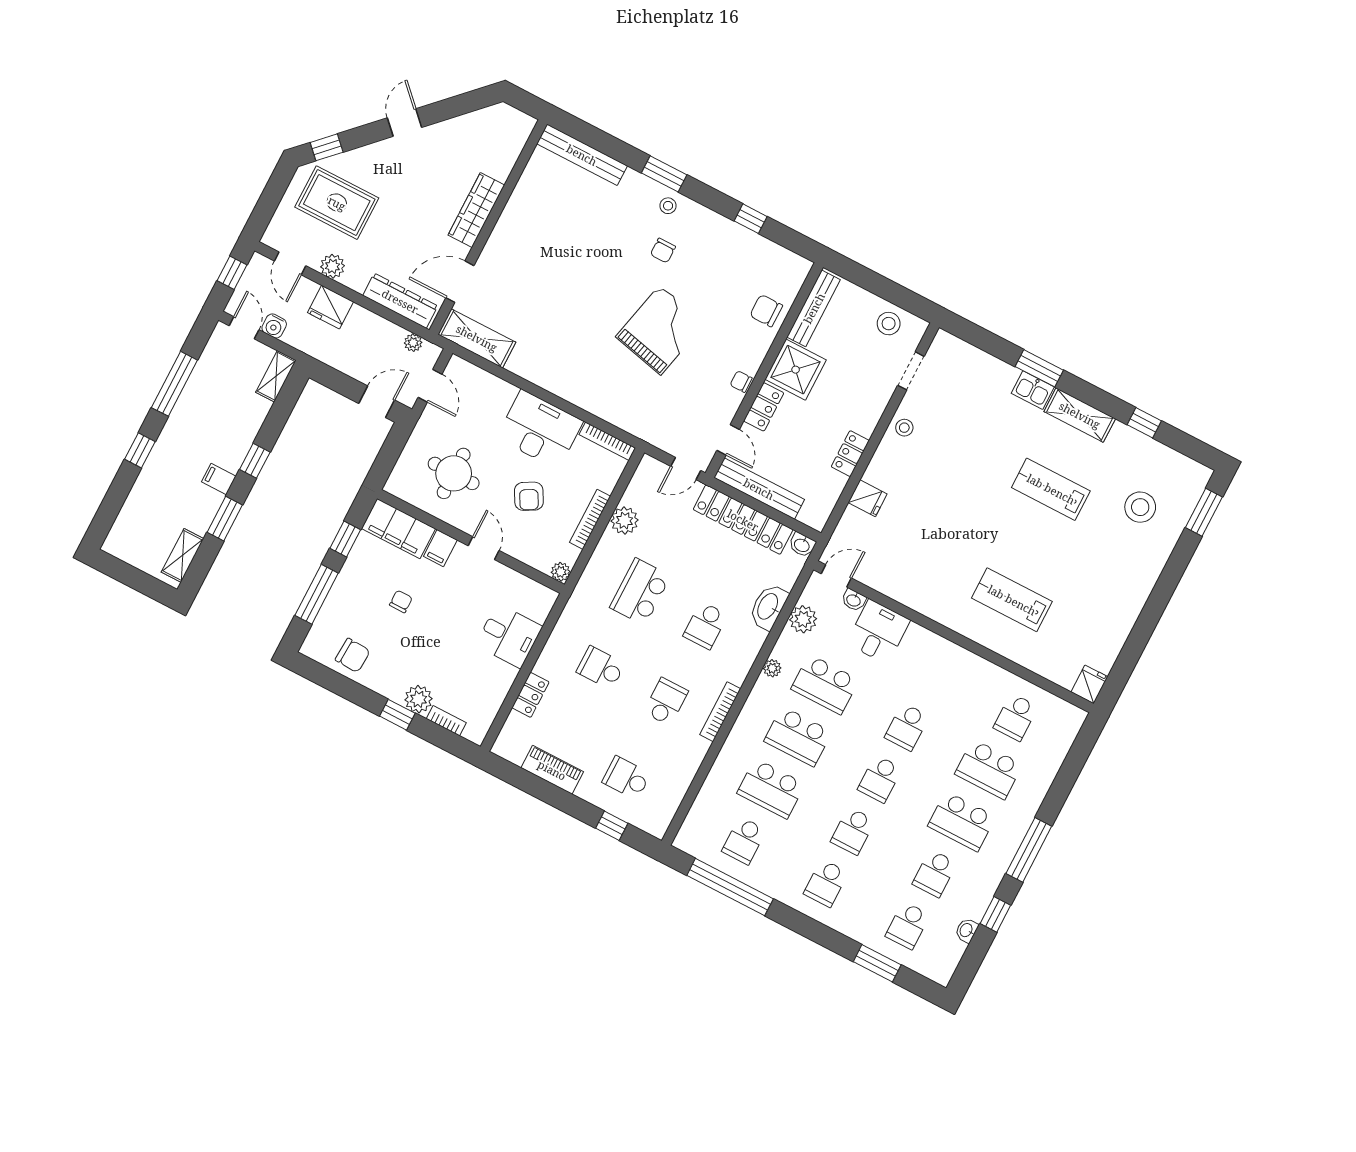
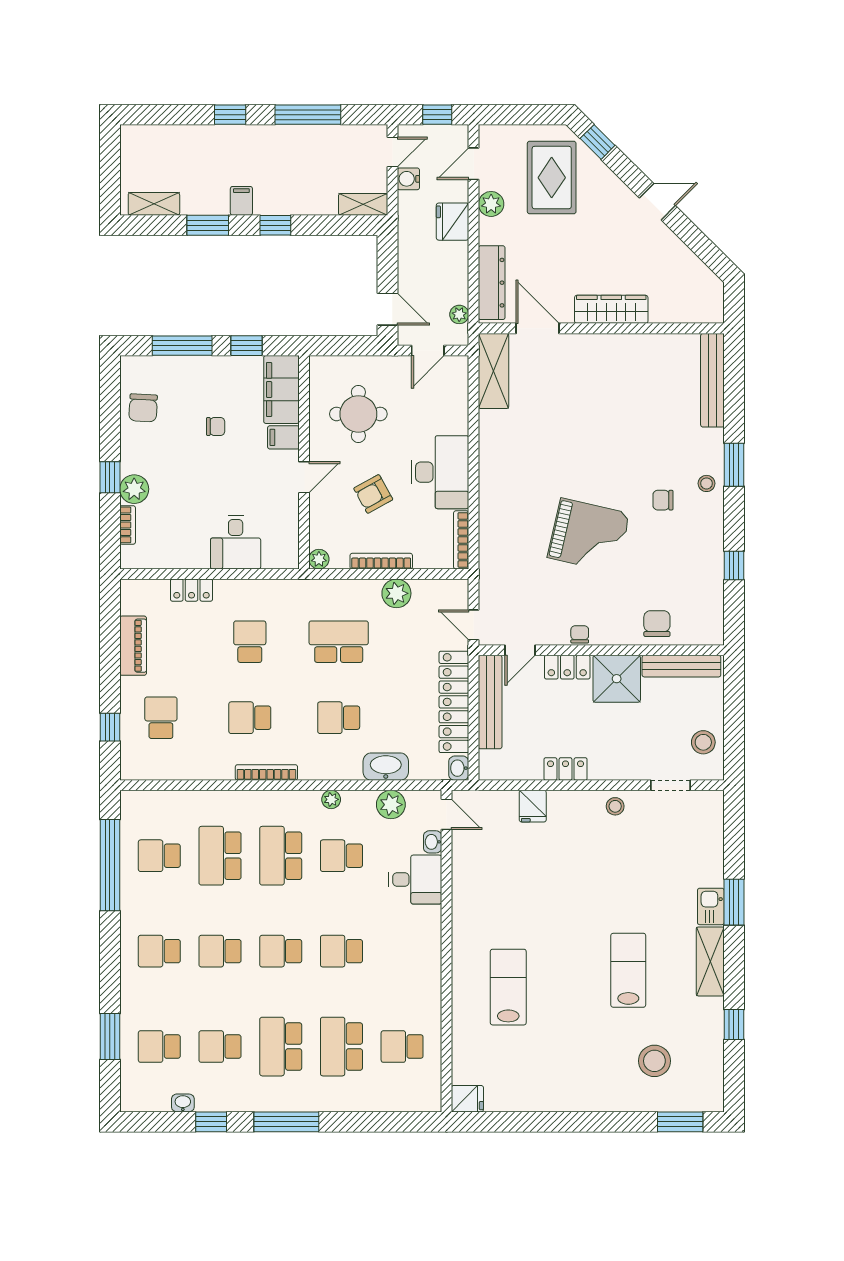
school desk: (825, 684) -> (341, 856), width x0.54
school desk: (666, 702) -> (250, 718), turned 180

